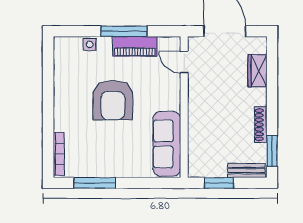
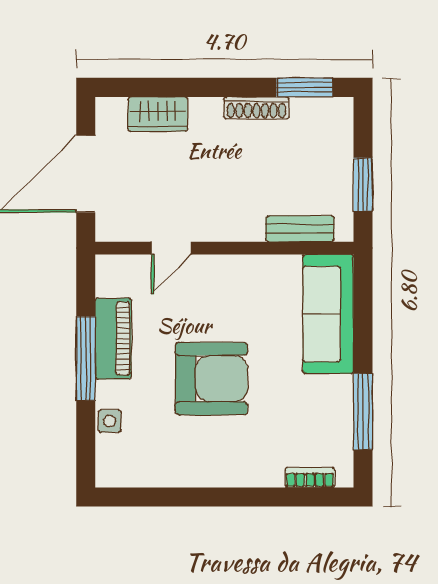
door: (184, 62) -> (171, 248), moved
sofa: (167, 144) -> (328, 314), moved, turned 90
bookcase: (59, 154) -> (310, 478), width x0.64
bench: (246, 171) -> (300, 229), moved, turned 90

